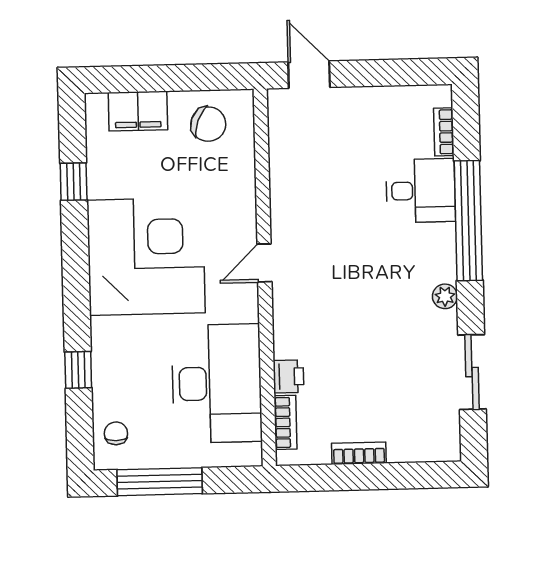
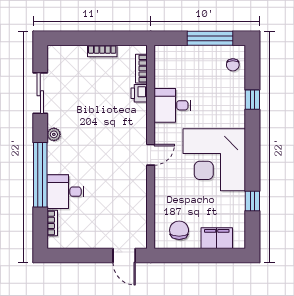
chair: (208, 124) -> (179, 230), turned 69
desk: (217, 383) -> (172, 105), width x0.53, depth x0.77

